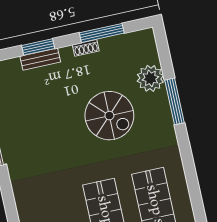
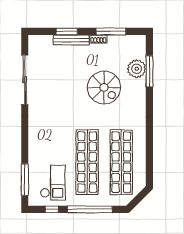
bench: (40, 59) -> (71, 40), width x1.36
window: (175, 101) -> (149, 71), moved

